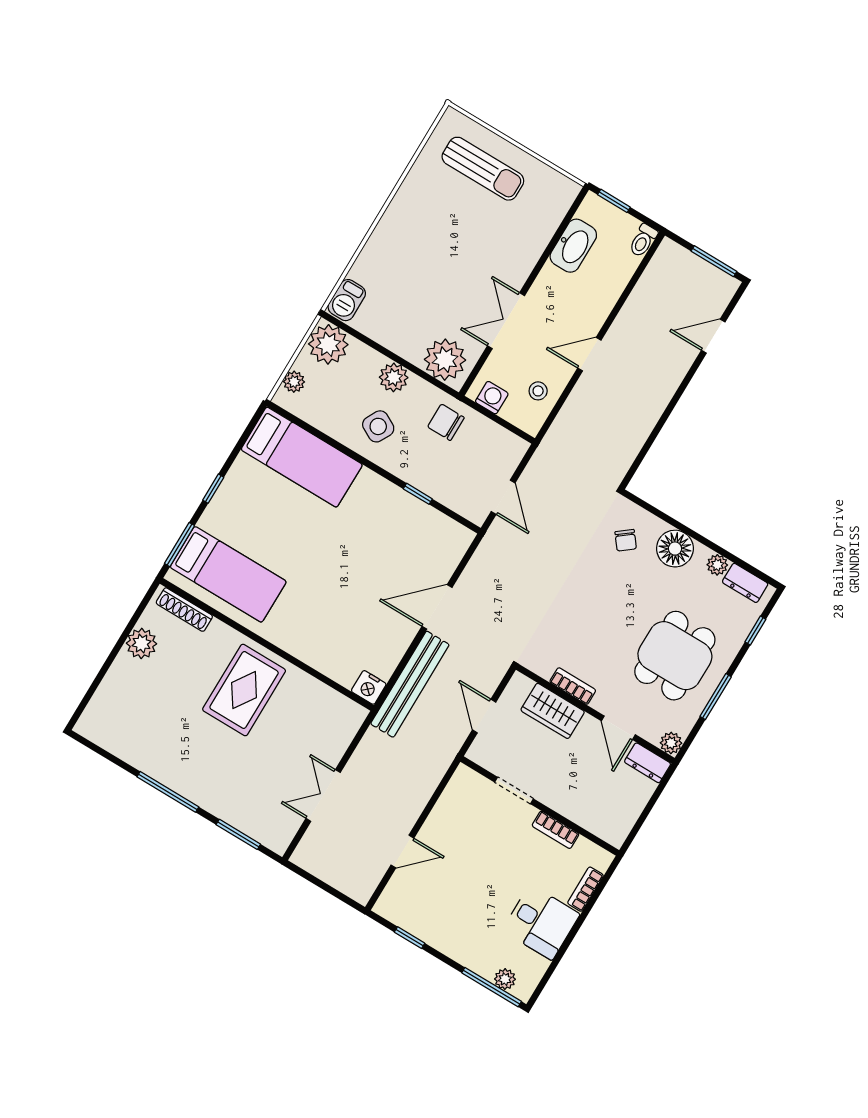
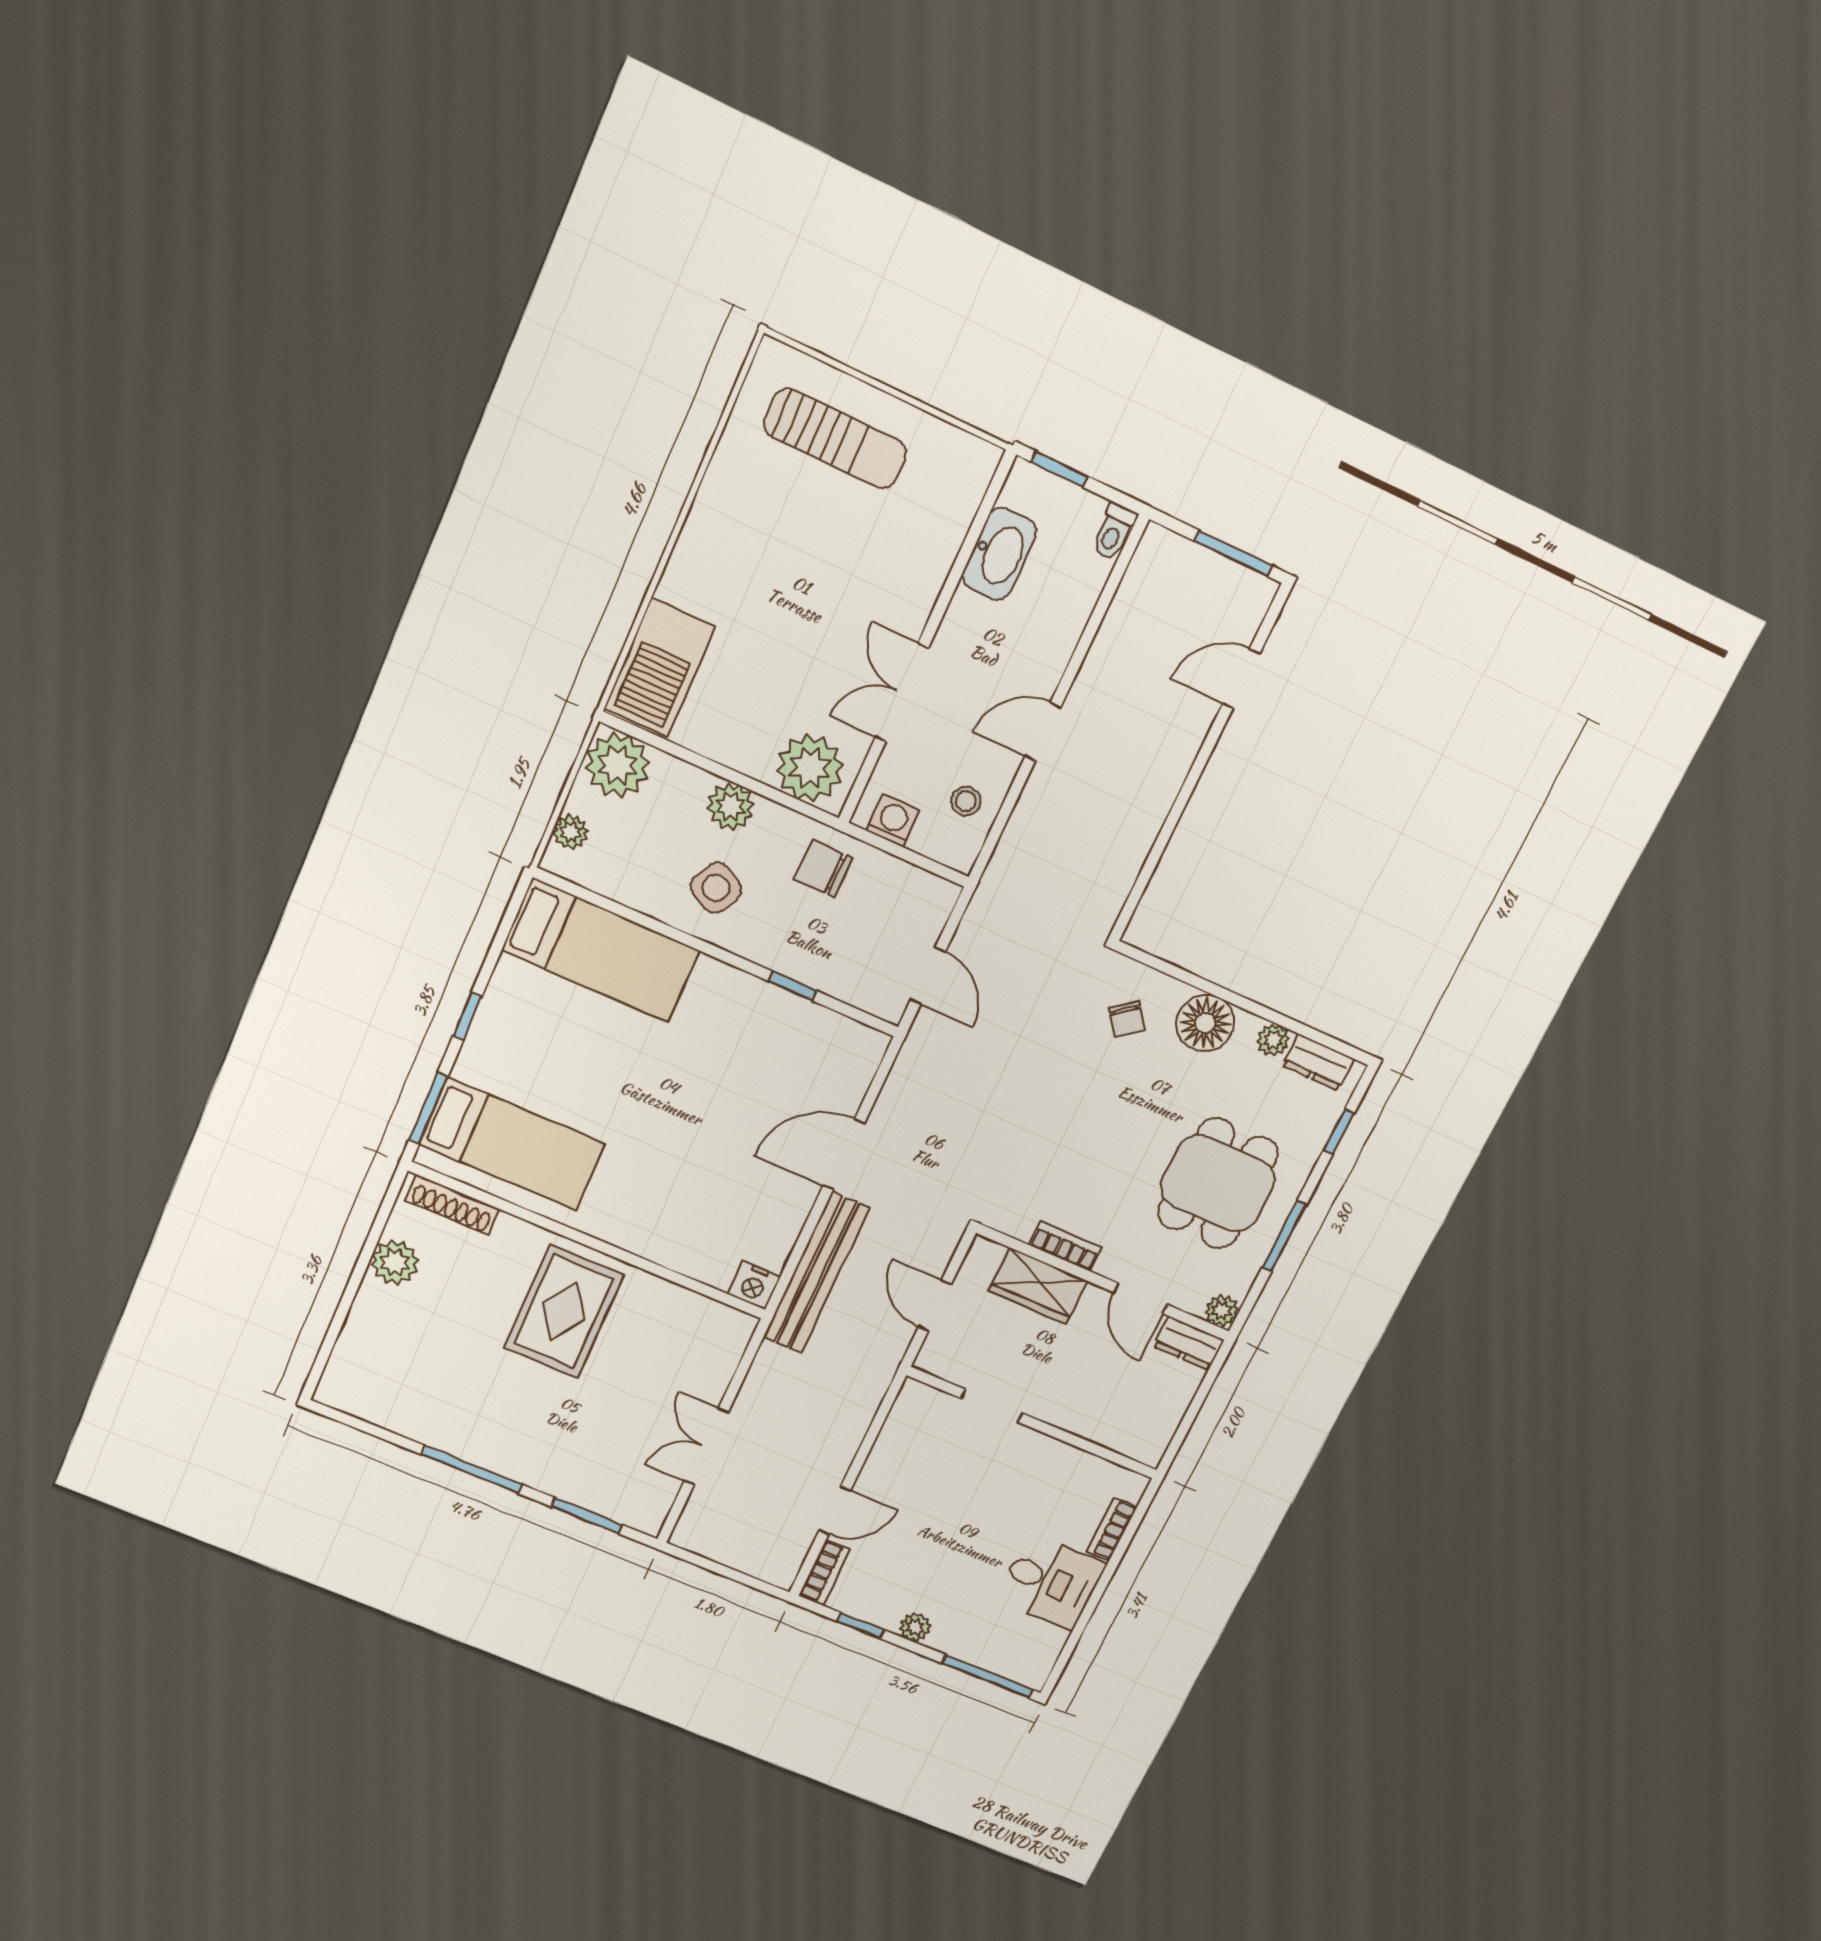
barbecue: (347, 300) -> (660, 668), width x1.88, depth x1.53
bookcase: (556, 830) -> (824, 1572), moved, turned -90
plant: (505, 979) -> (915, 1627), moved

